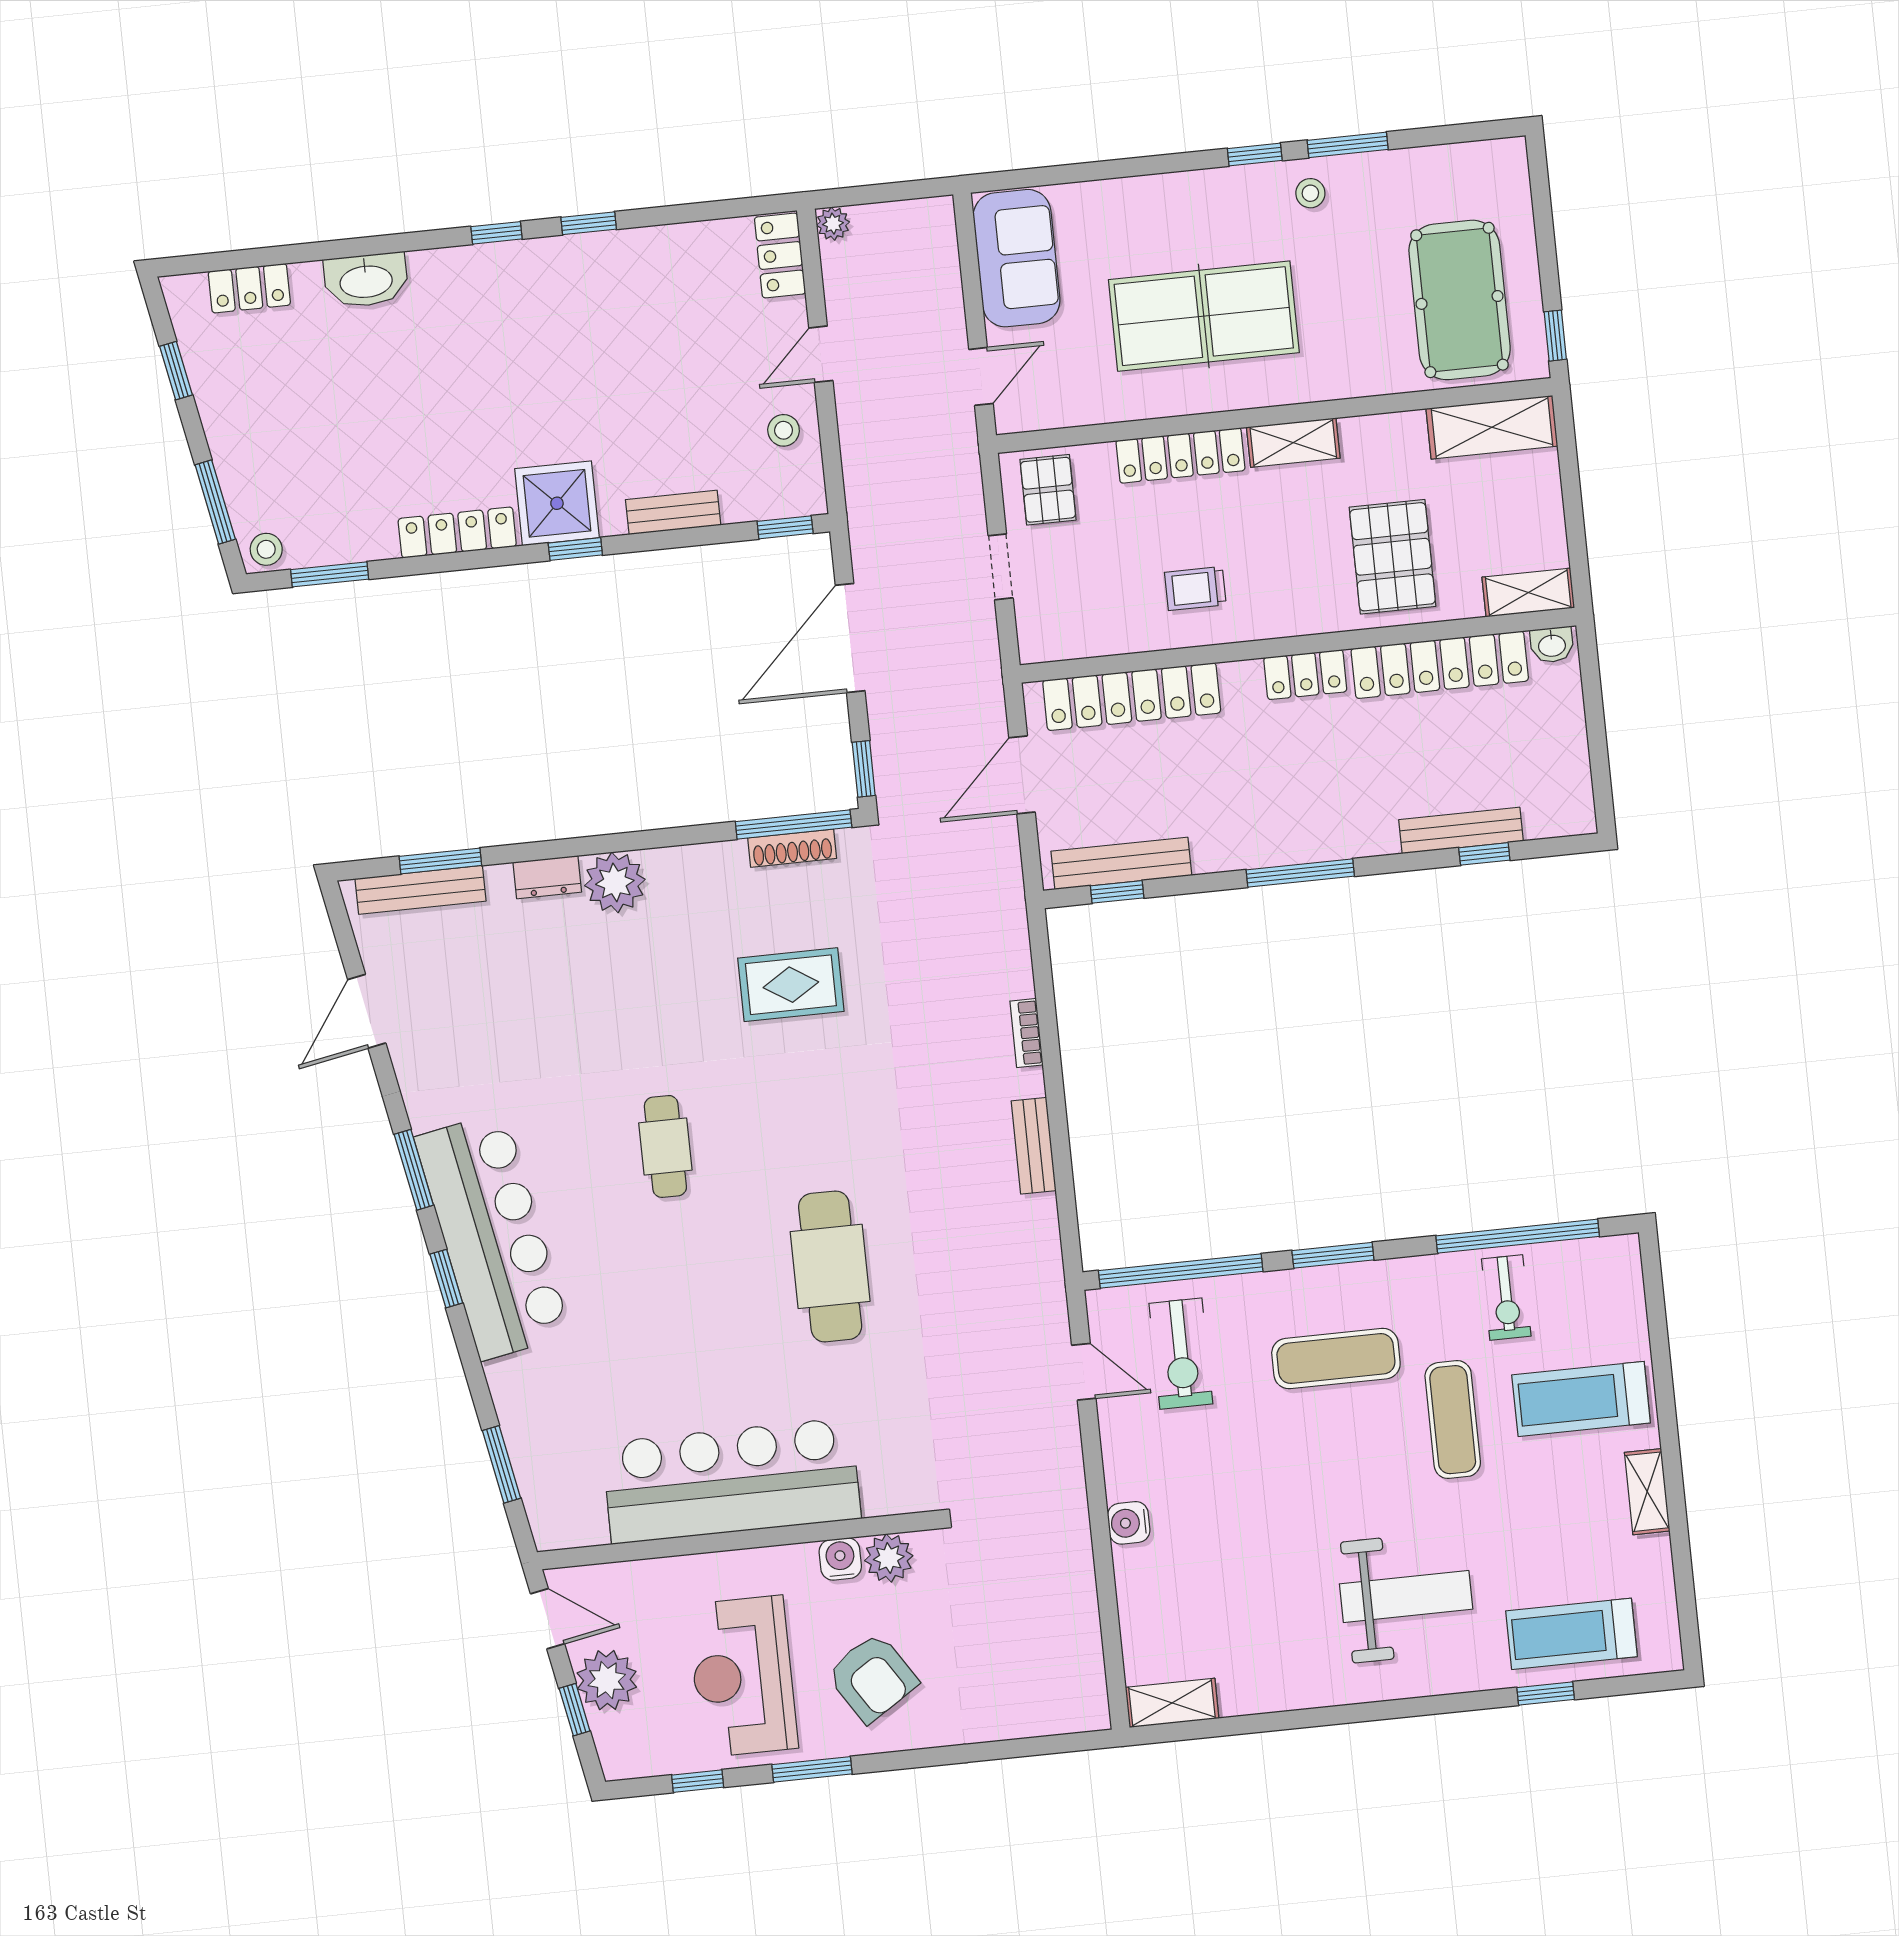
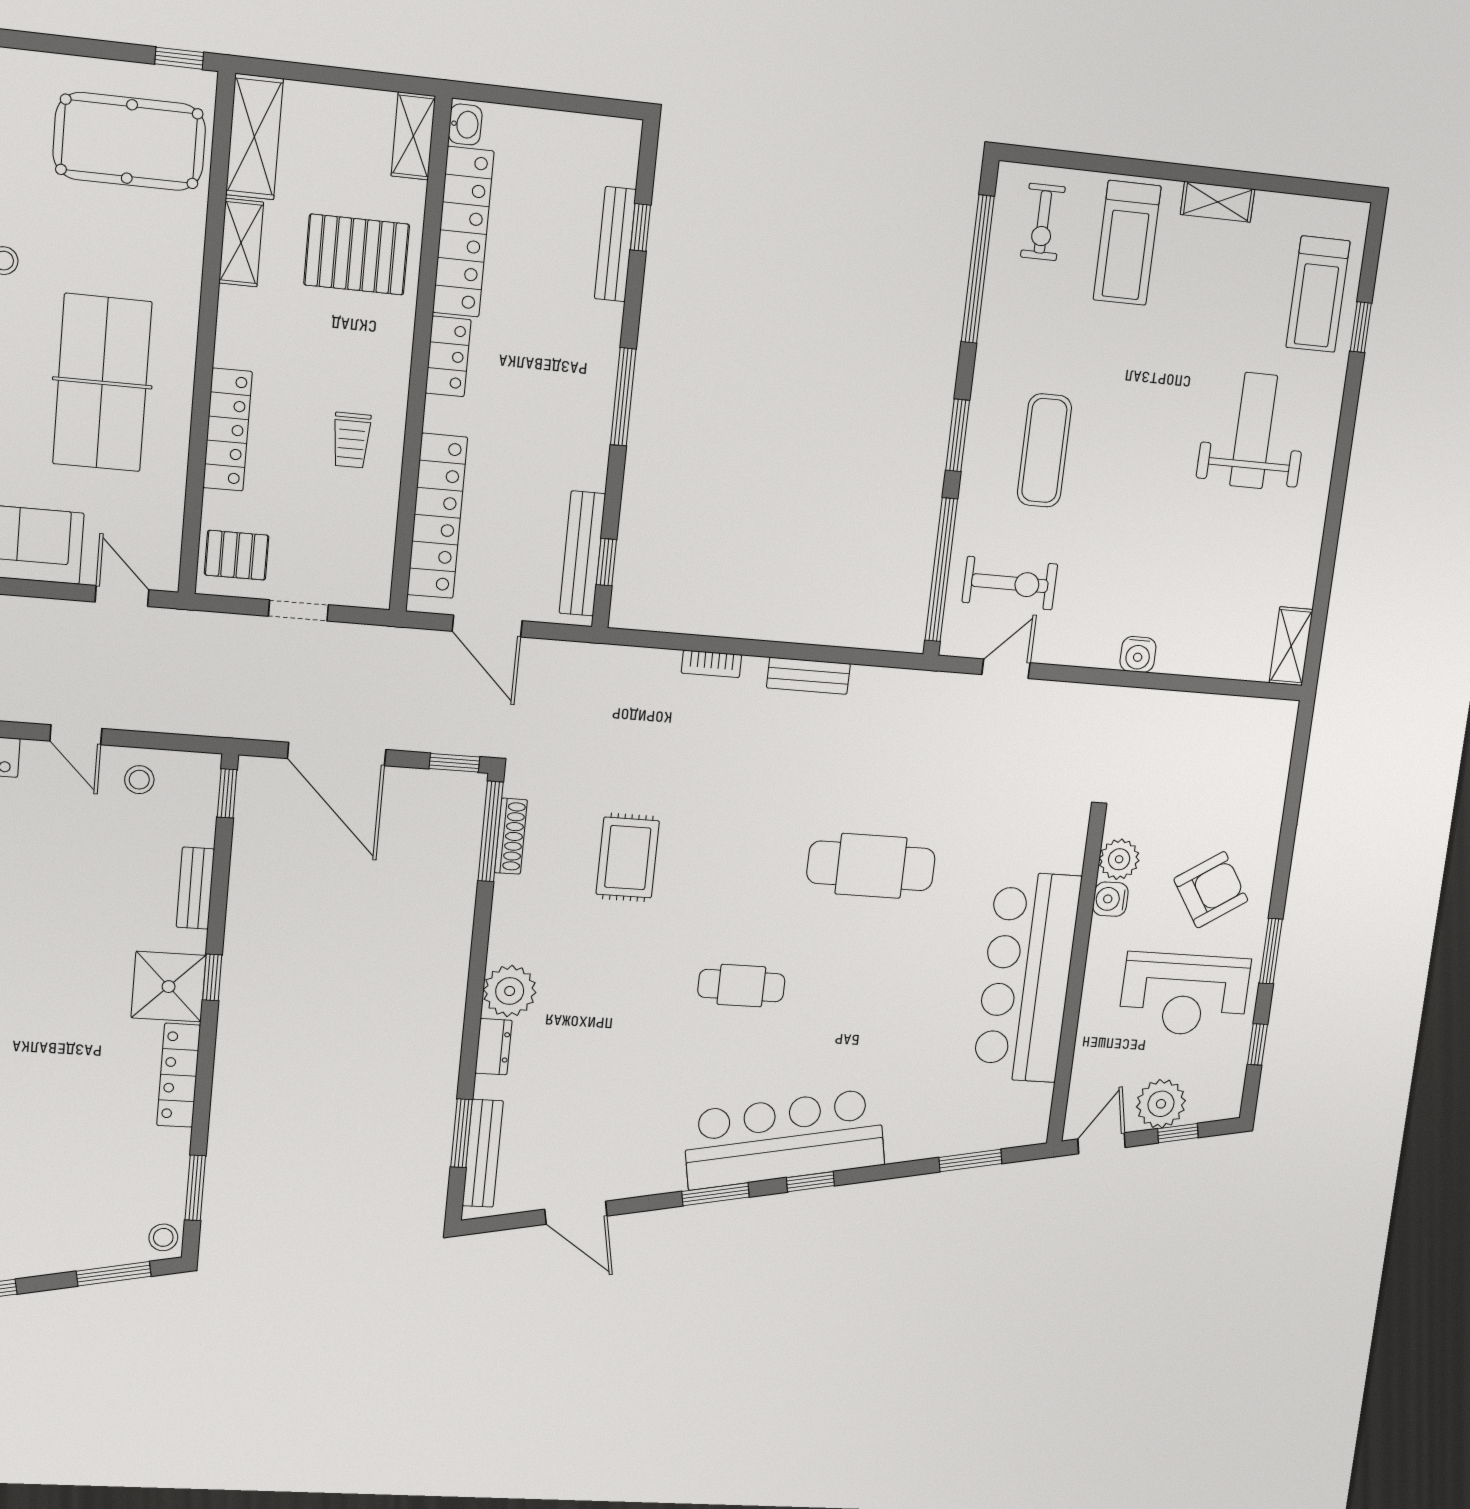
shelving: (1293, 443) -> (241, 243), moved
exercise bike: (1506, 1298) -> (1043, 222), moved, turned 90
exercise mat: (1453, 1420) -> (1118, 360), removed

